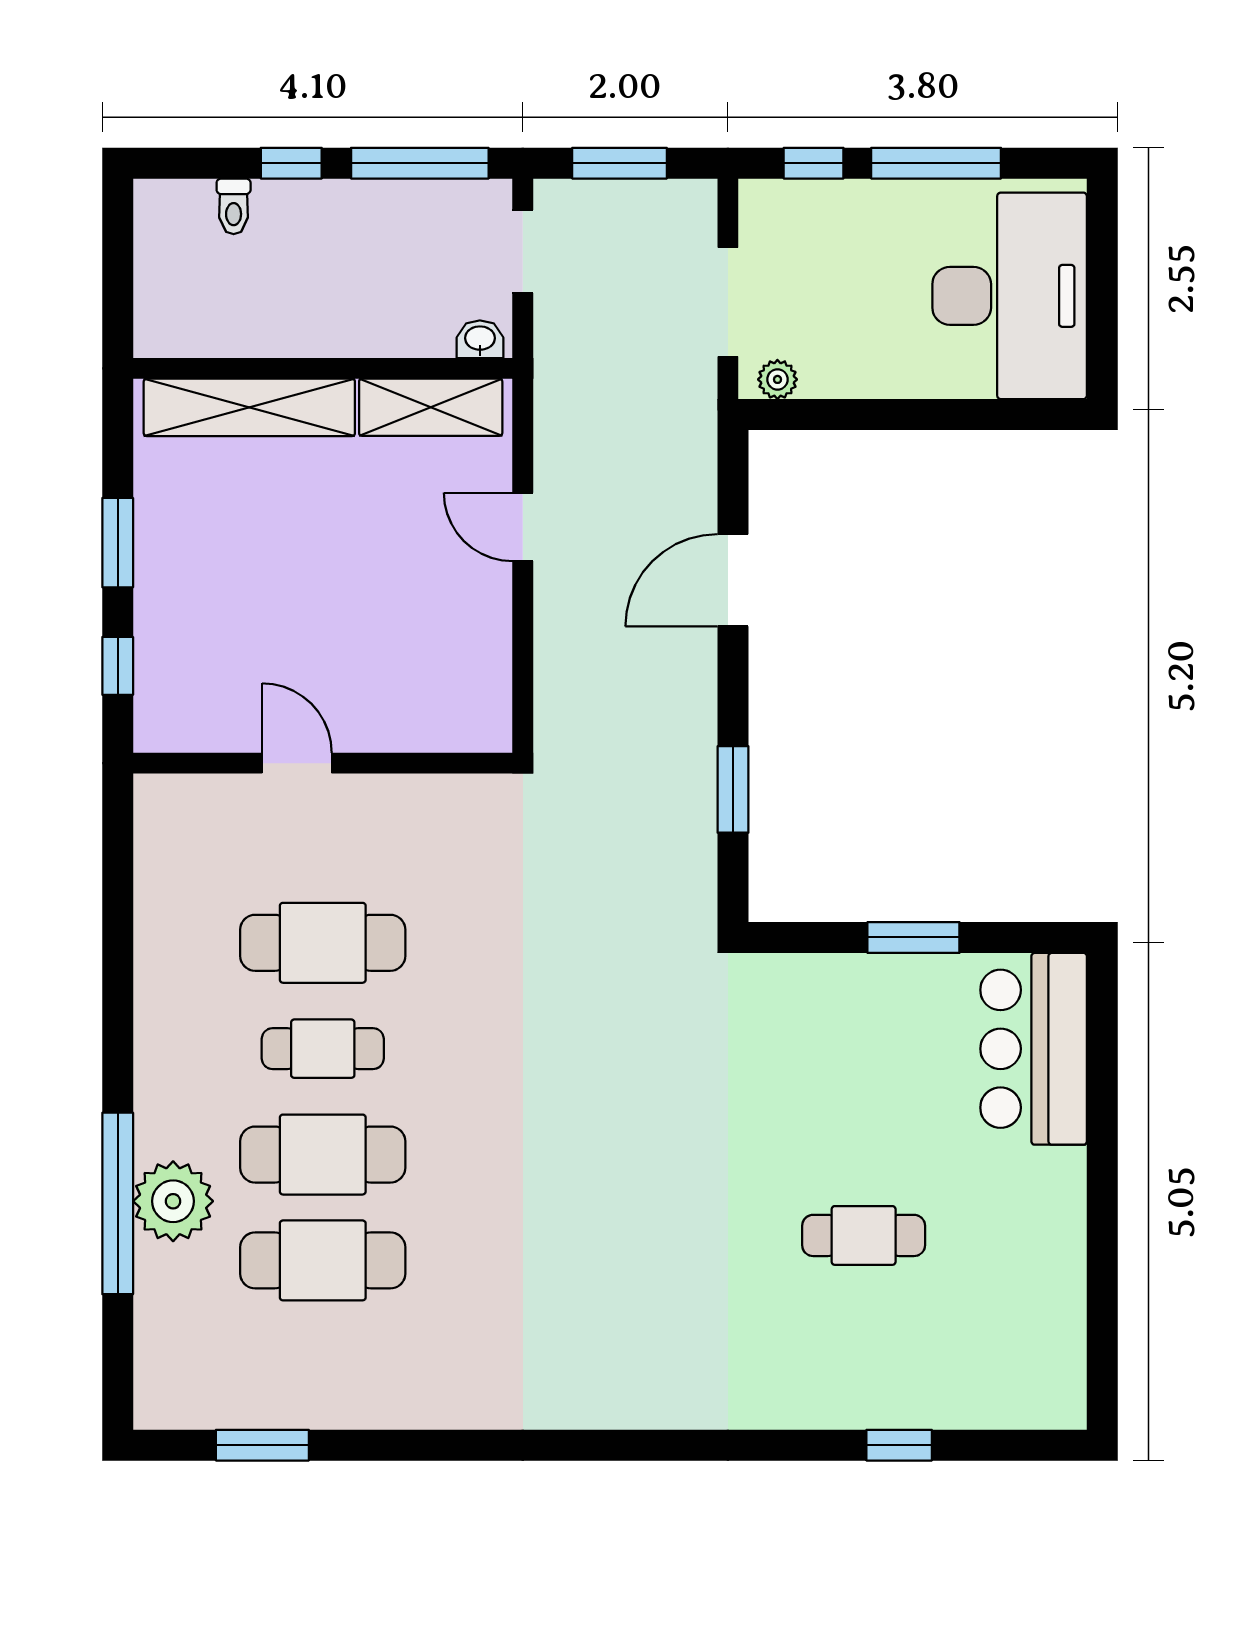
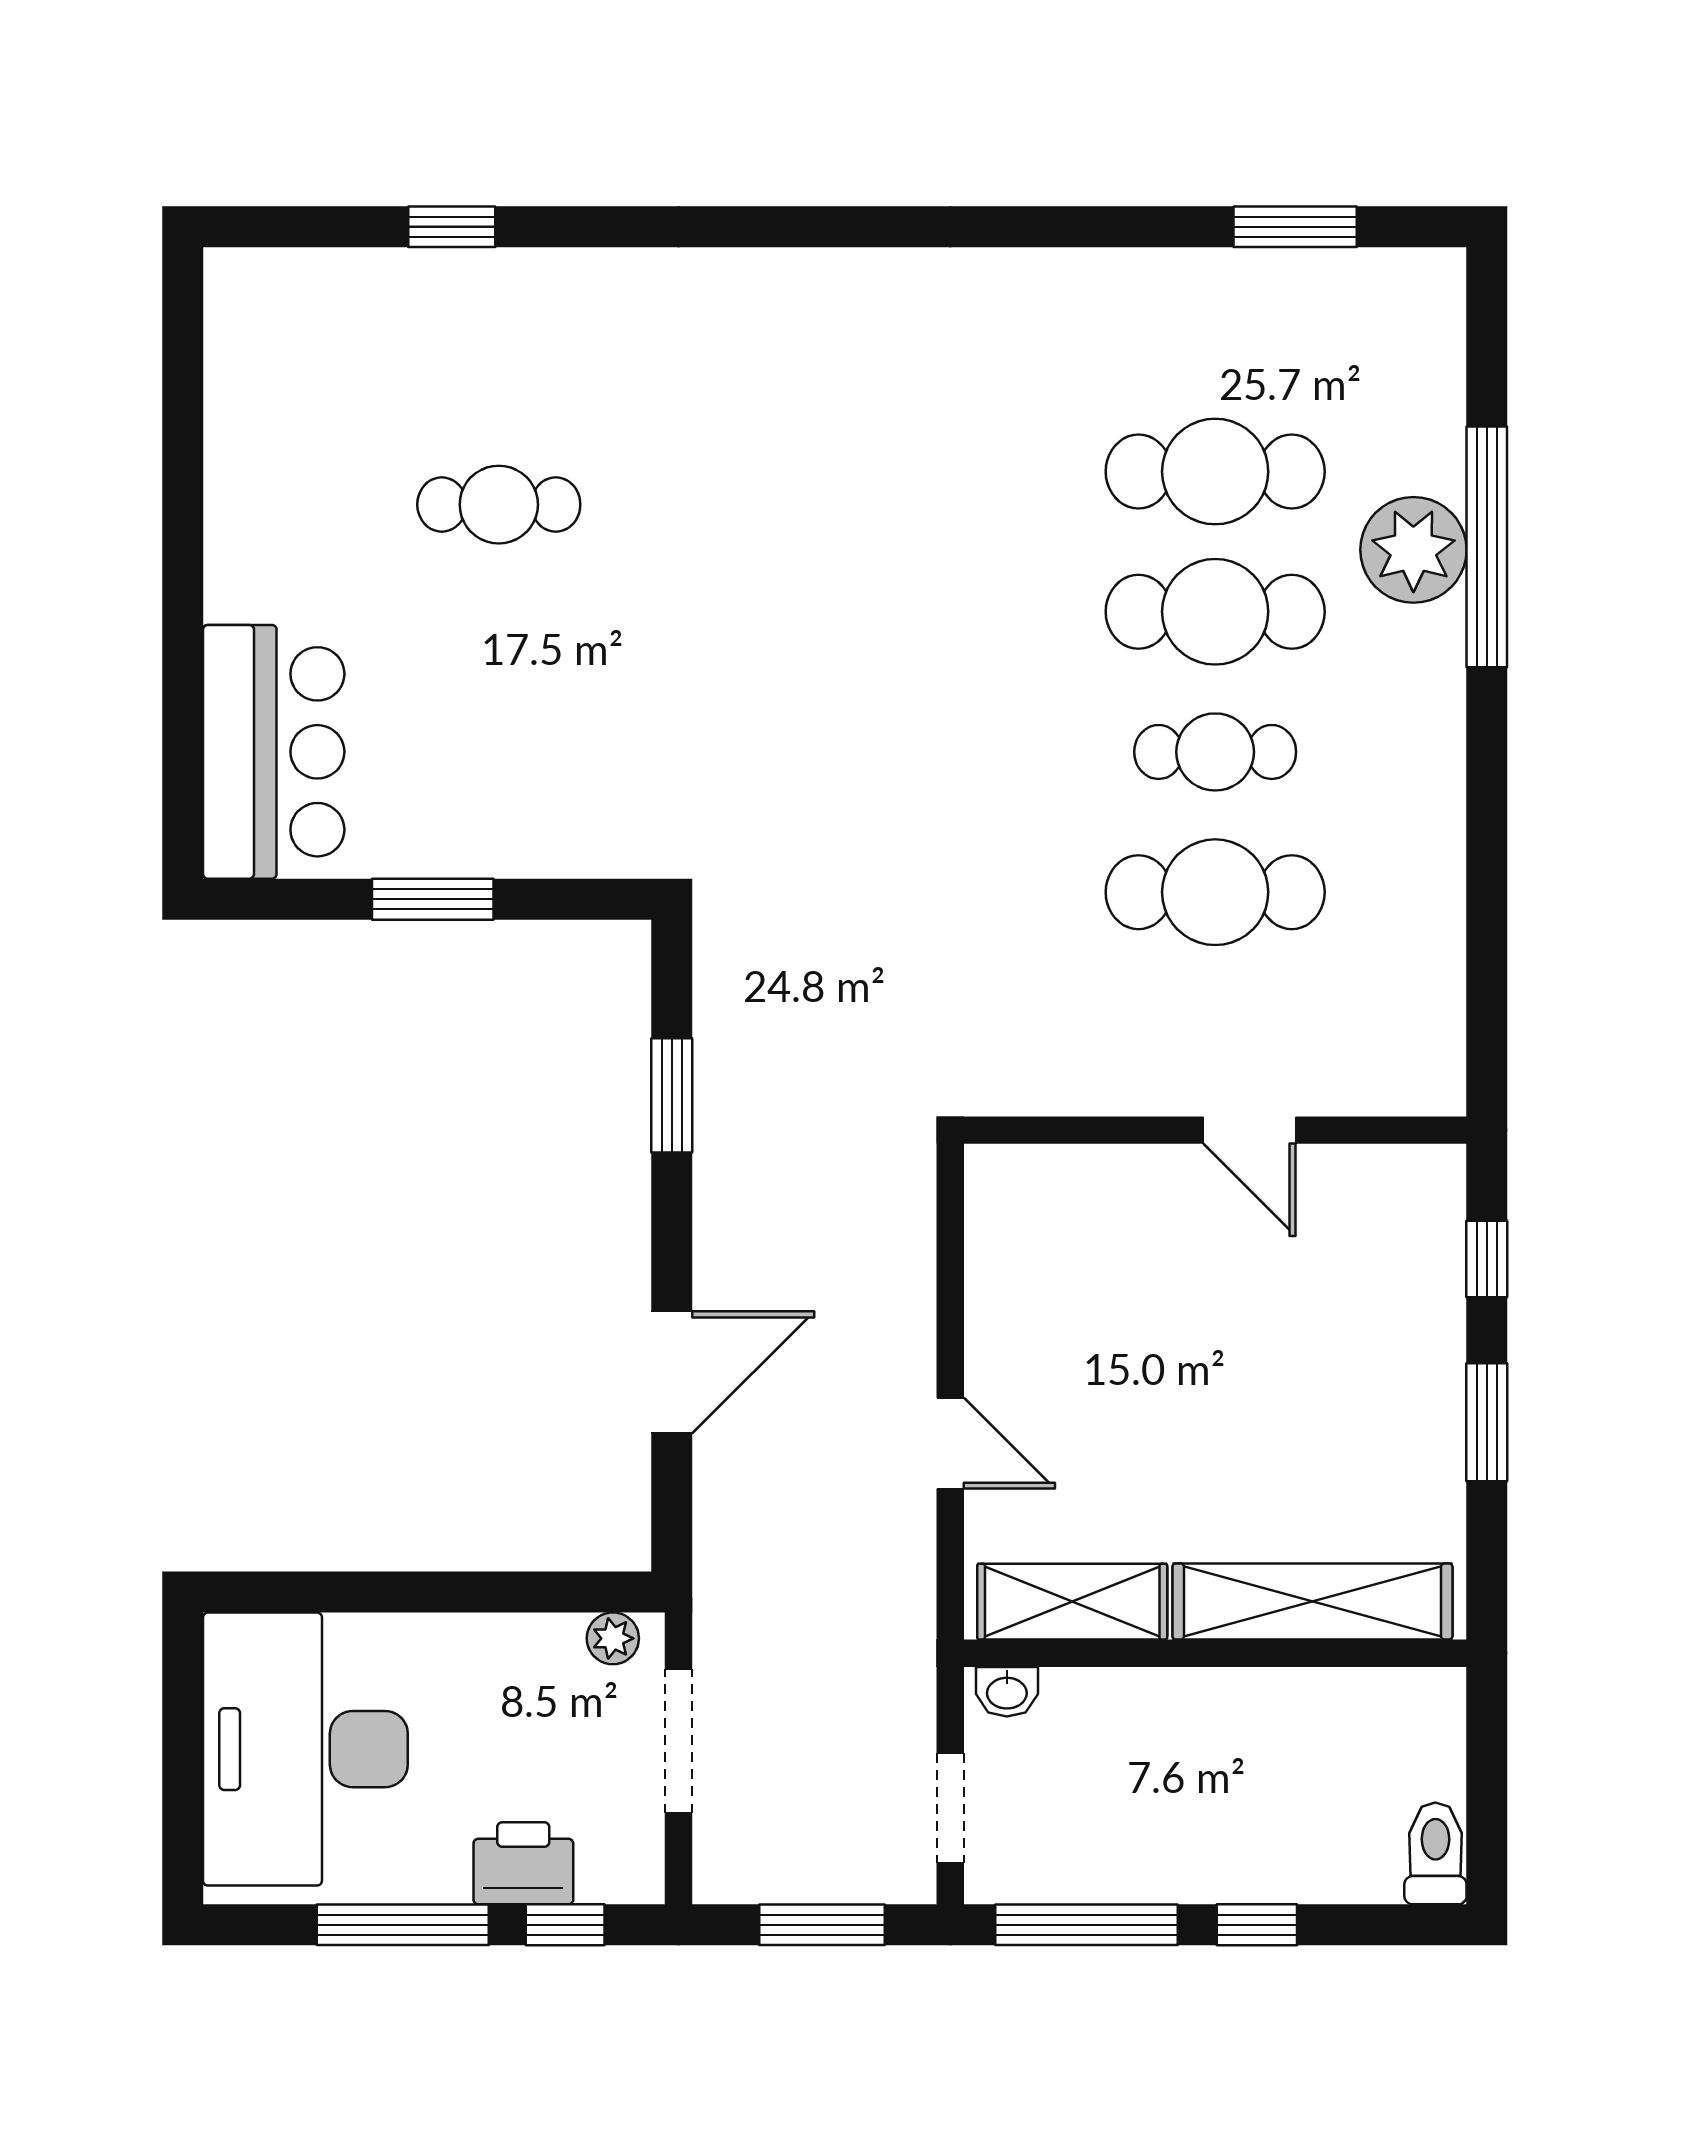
toilet: (234, 206) -> (1435, 1853), moved, width x1.37, depth x1.39
printer: (845, 210) -> (523, 1863), added

